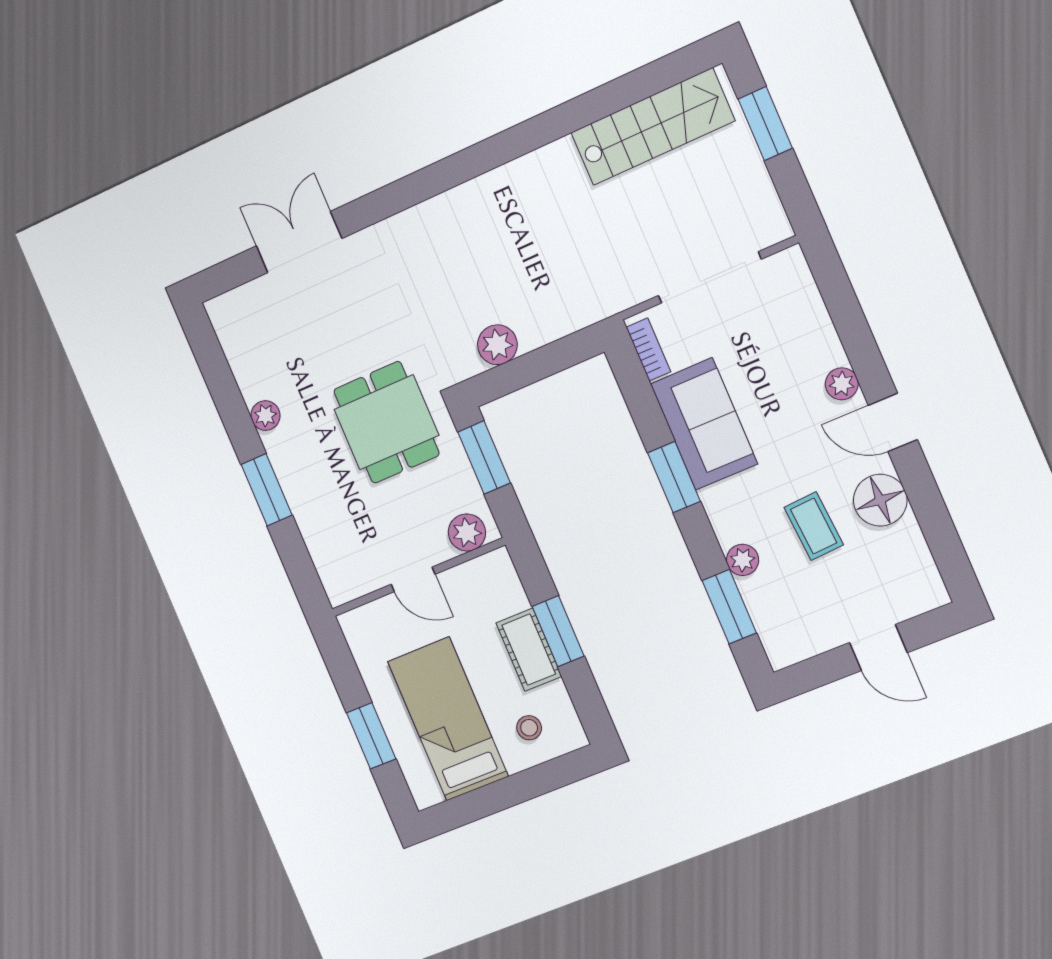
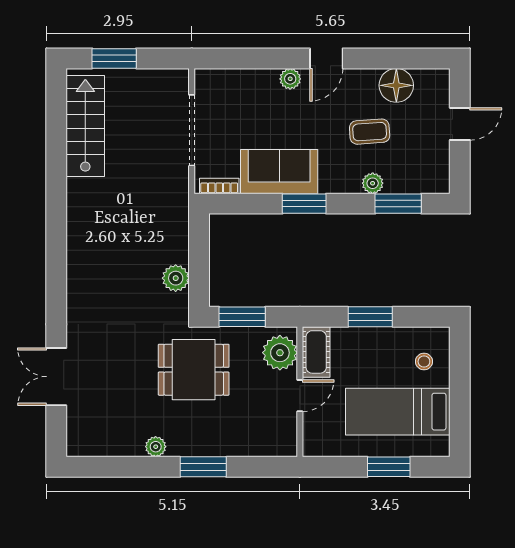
floor lamp: (880, 500) -> (396, 85), moved
plant: (467, 533) -> (280, 353), width x1.36, depth x1.36
cot: (529, 650) -> (316, 352), moved, turned 90

